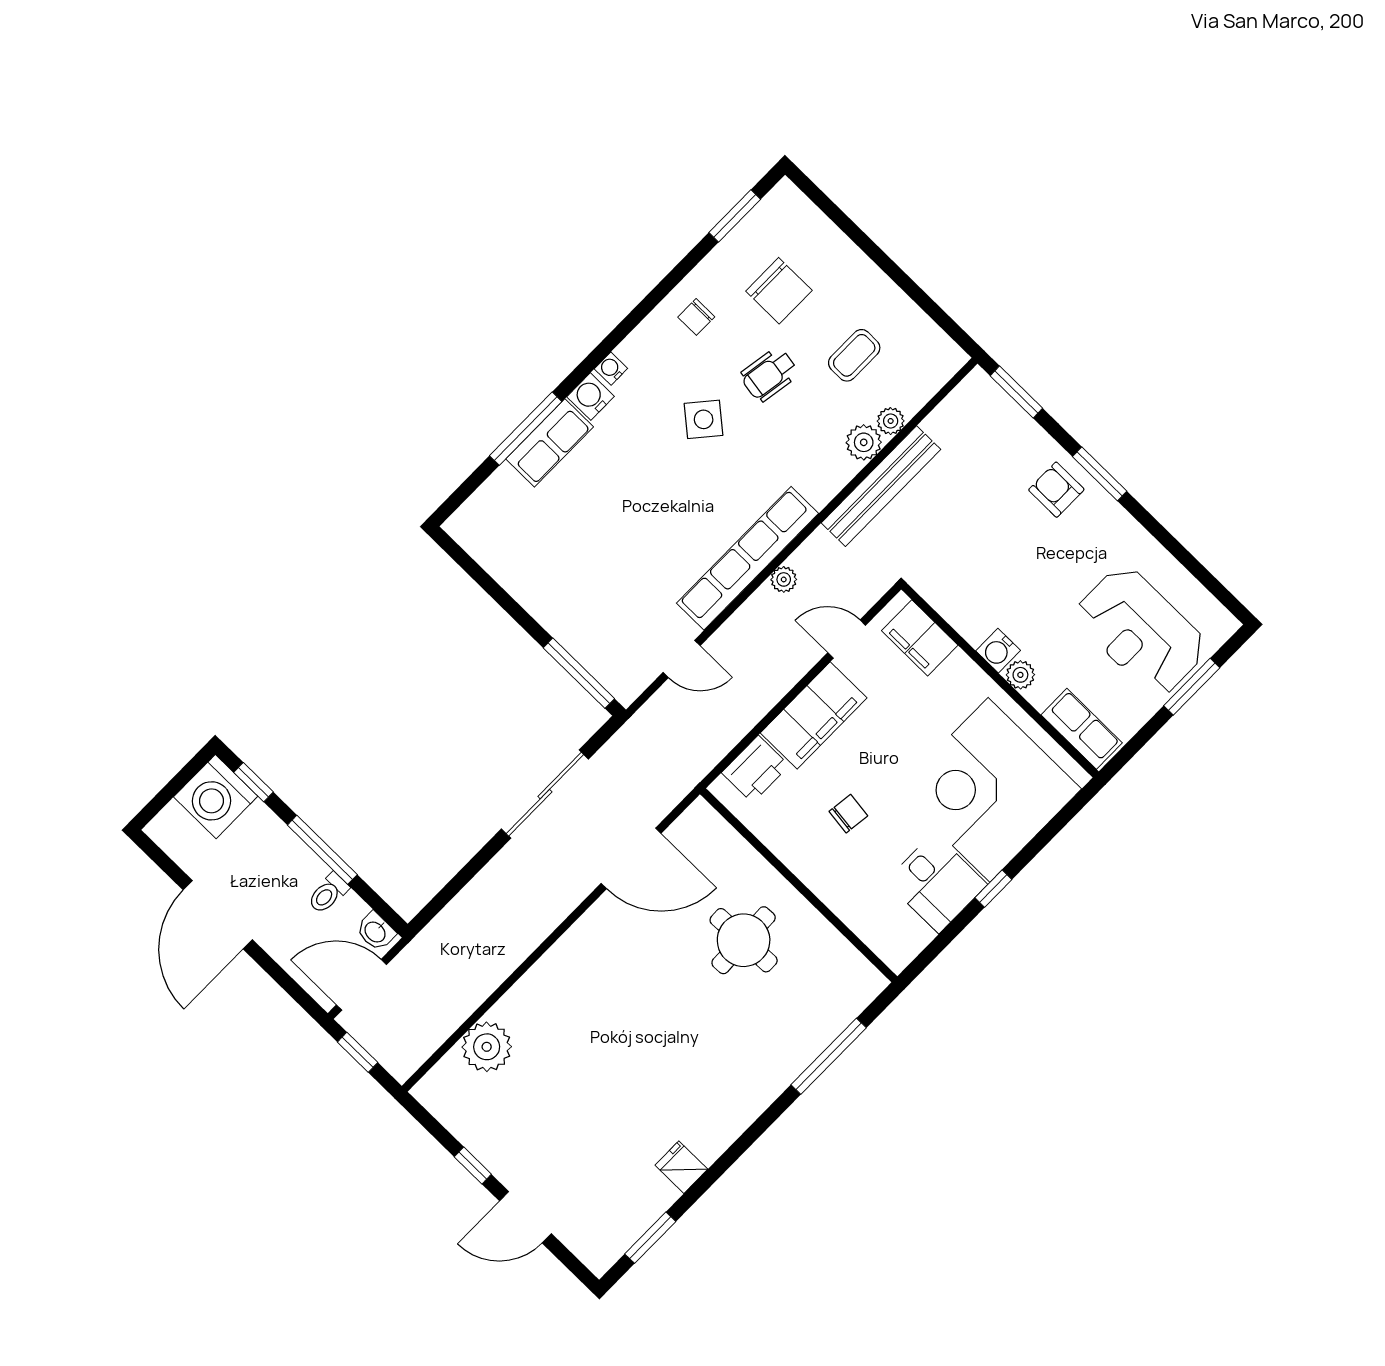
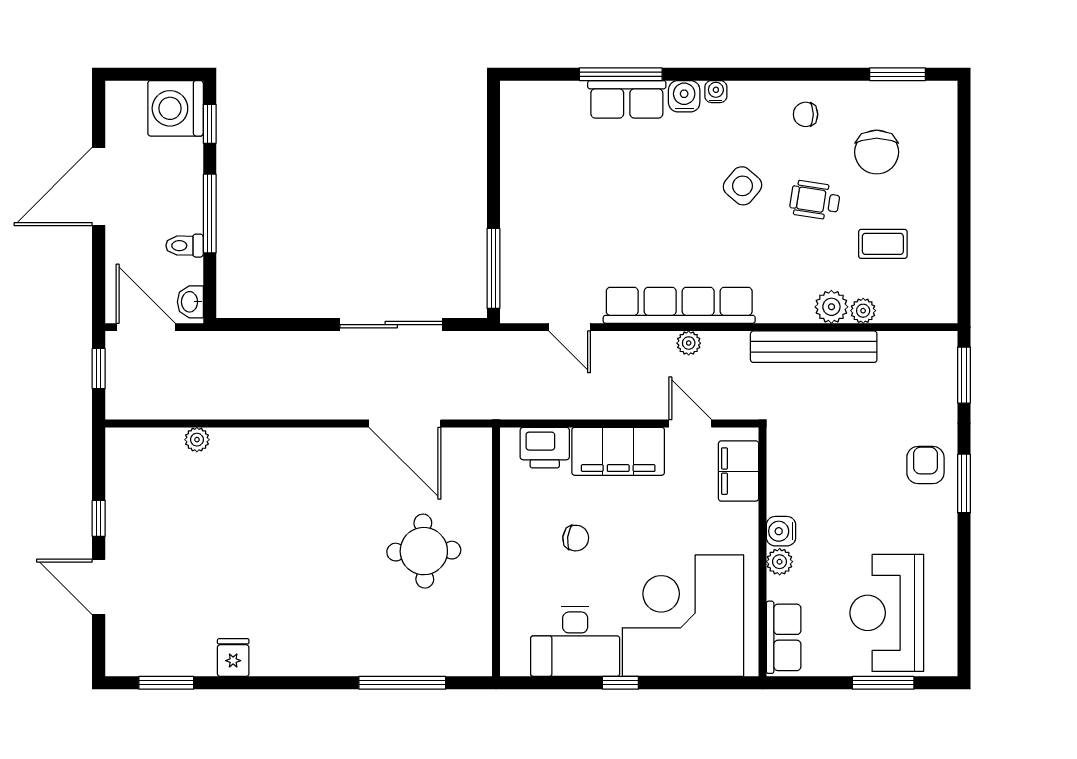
desk: (936, 883) -> (575, 641), width x1.37
plant: (487, 1047) -> (197, 440), width x0.53, depth x0.53

